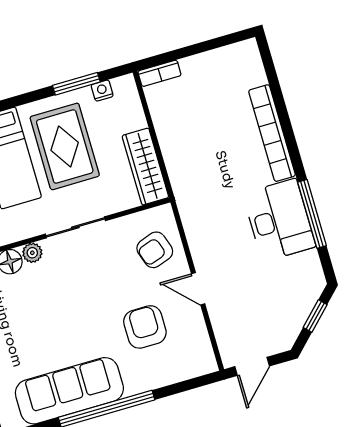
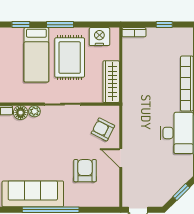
window: (206, 46) -> (164, 25), added
window: (76, 84) -> (60, 25), moved
nightstand: (102, 91) -> (99, 37), width x1.89, depth x1.79
armchair: (155, 250) -> (103, 129), turned 46

